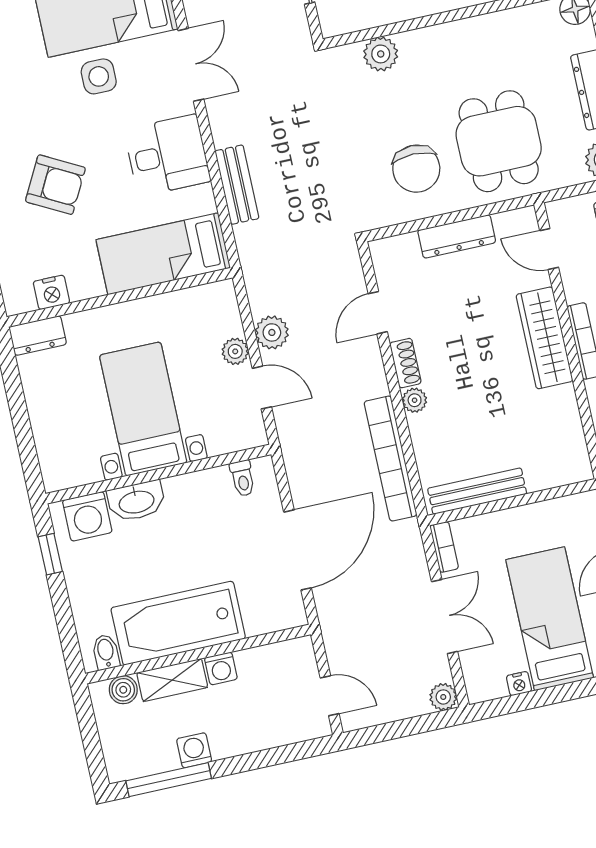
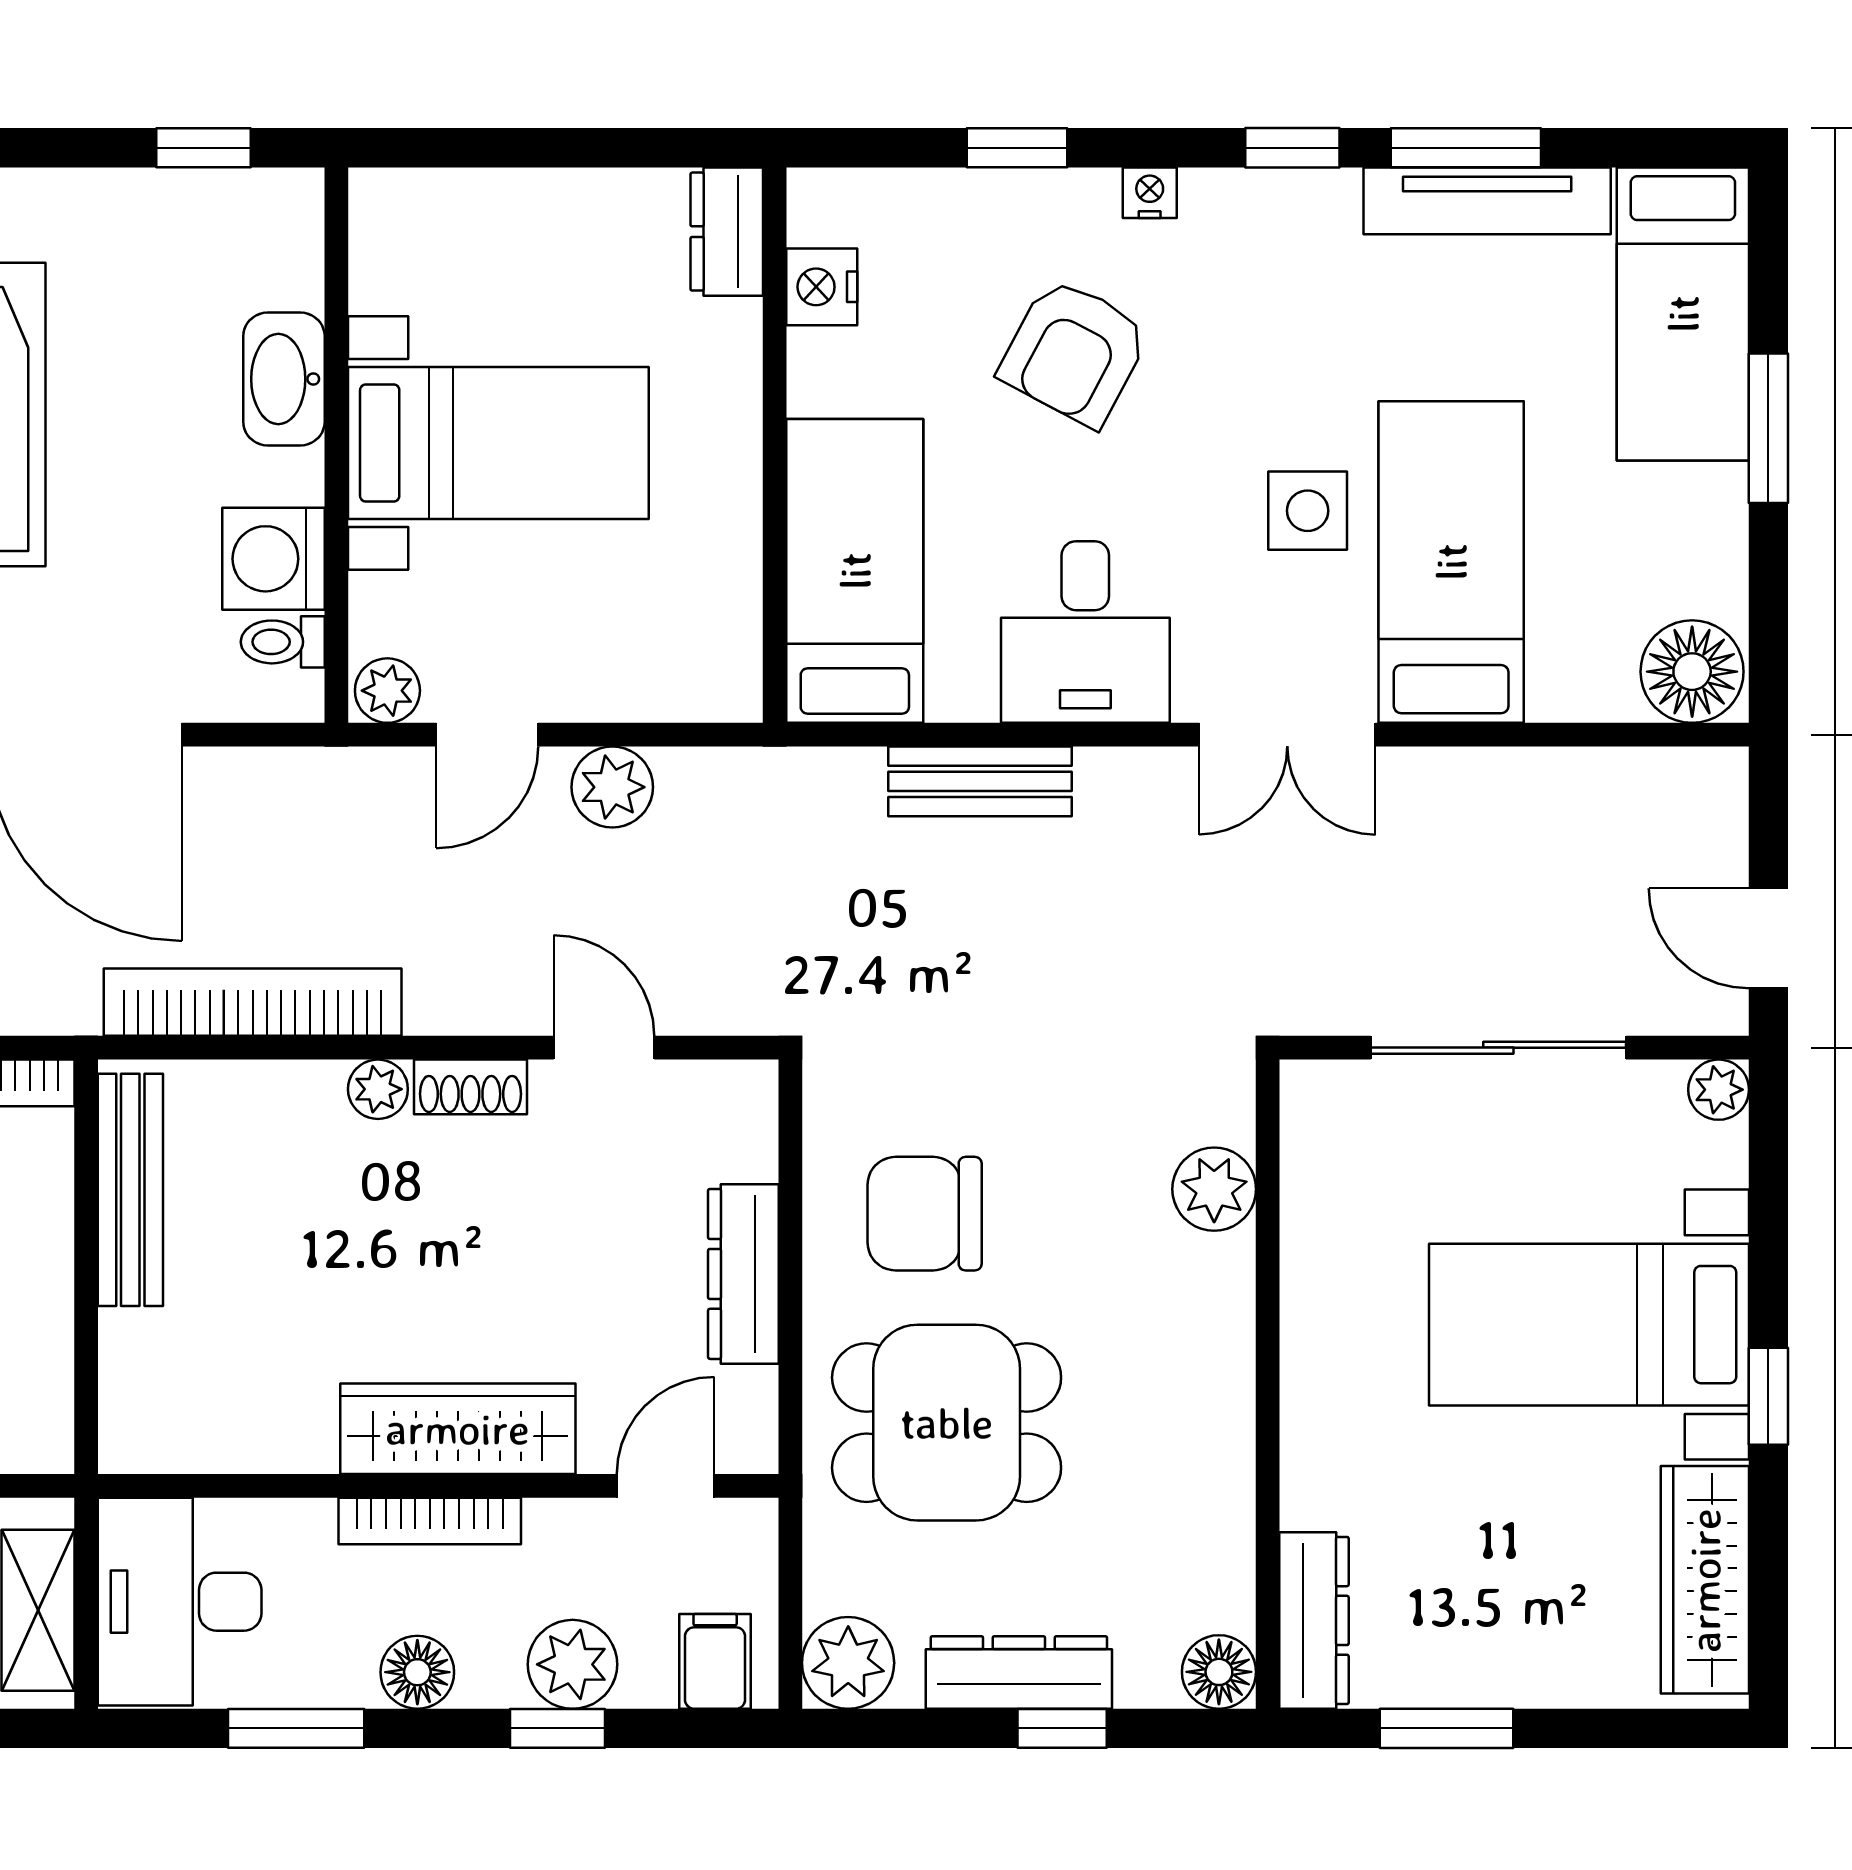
plant: (235, 351) -> (387, 691), moved
washing machine: (87, 516) -> (274, 559), moved

